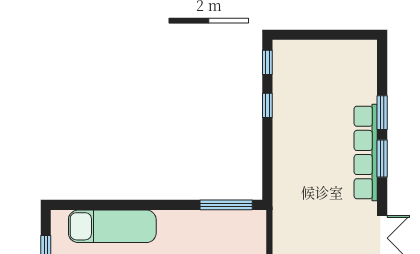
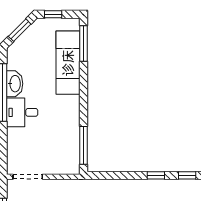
window: (86, 205) -> (84, 43), added

